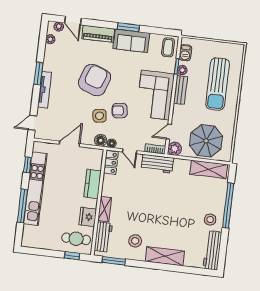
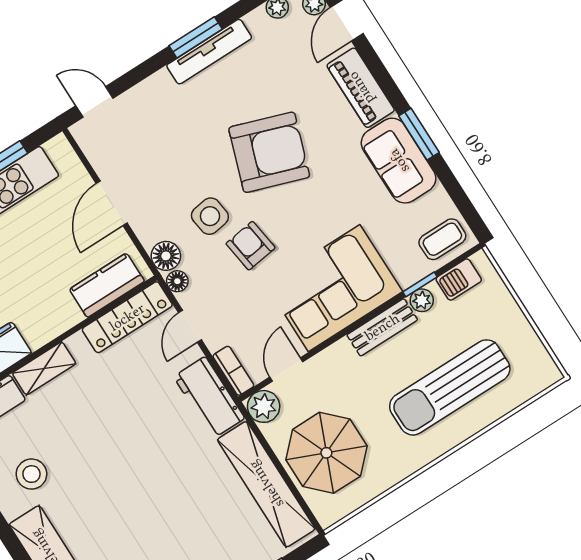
tv unit: (45, 90) -> (209, 52), moved
door: (169, 132) -> (286, 369), hinge flipped
door: (69, 144) -> (112, 203), swing flipped
locker: (111, 163) -> (127, 317), width x1.53
shelving: (209, 169) -> (266, 484), width x1.47
kitchen counter: (92, 184) -> (107, 285), moved

